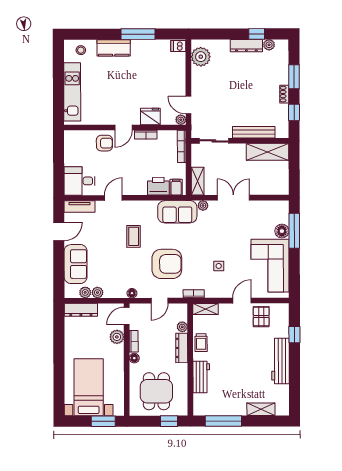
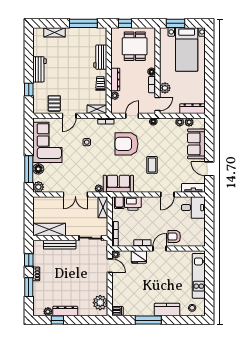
plant: (282, 207) -> (38, 187), added
door: (59, 232) -> (209, 169), hinge flipped
workbench: (280, 361) -> (40, 69), width x0.73

